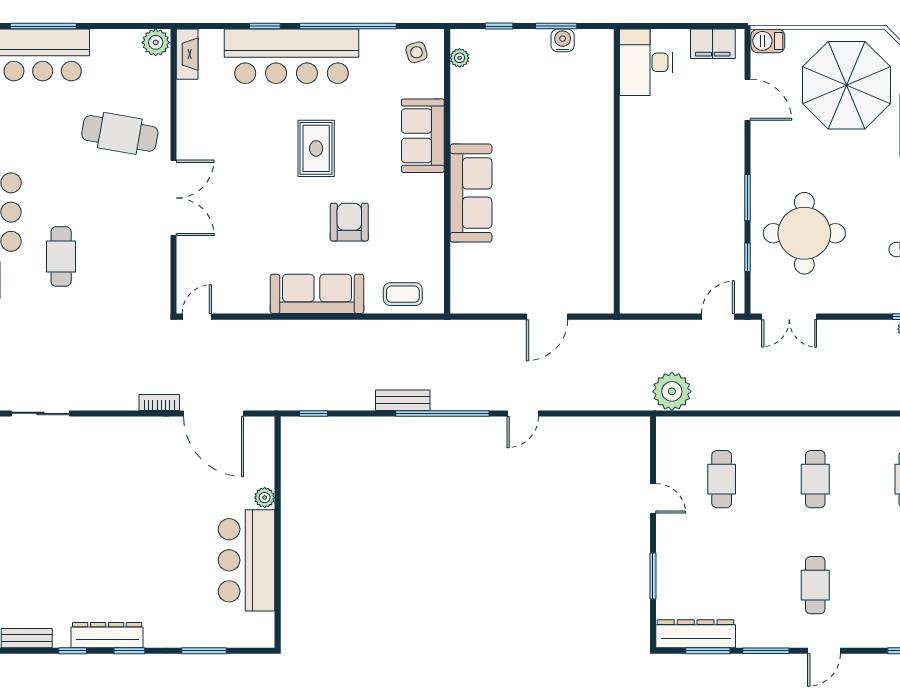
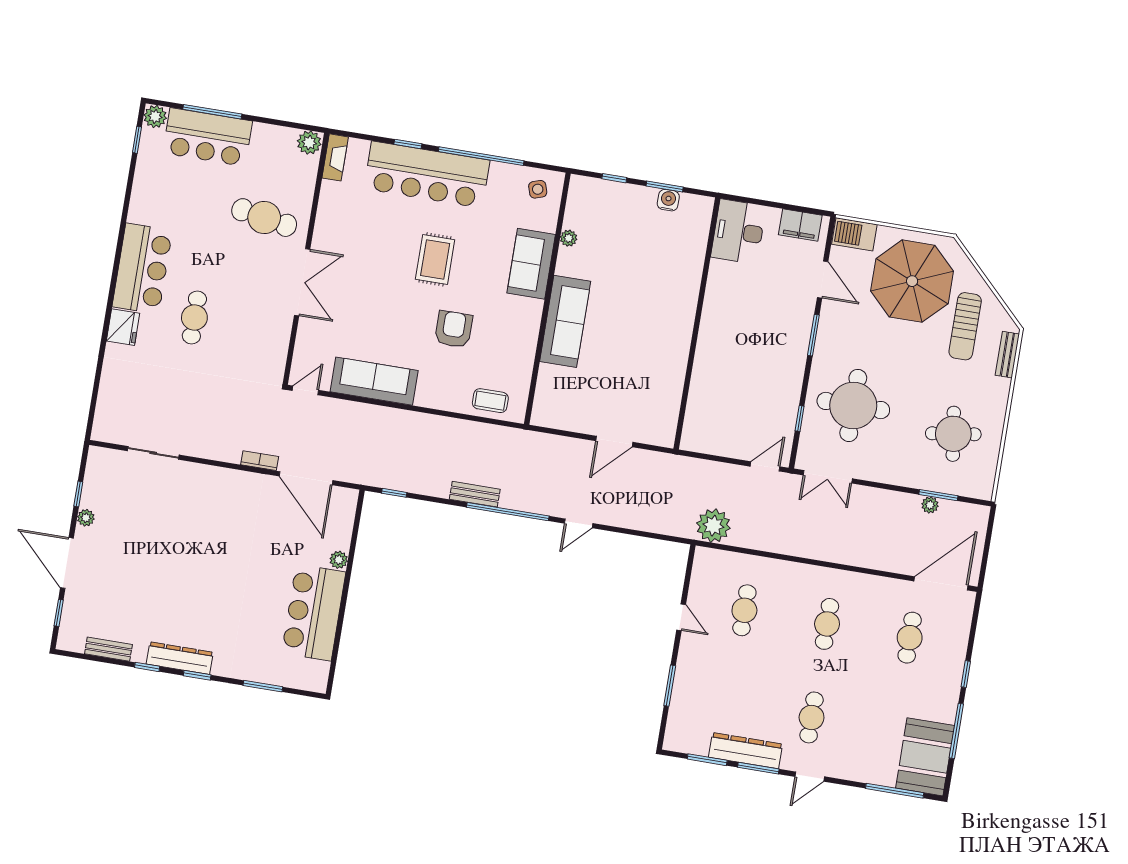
barbecue: (768, 41) -> (854, 234), width x1.38, depth x1.27
plant: (460, 58) -> (569, 238), moved
window: (747, 198) -> (813, 335), moved
sofa: (317, 294) -> (374, 381), moved
dresser: (696, 634) -> (746, 751), moved

